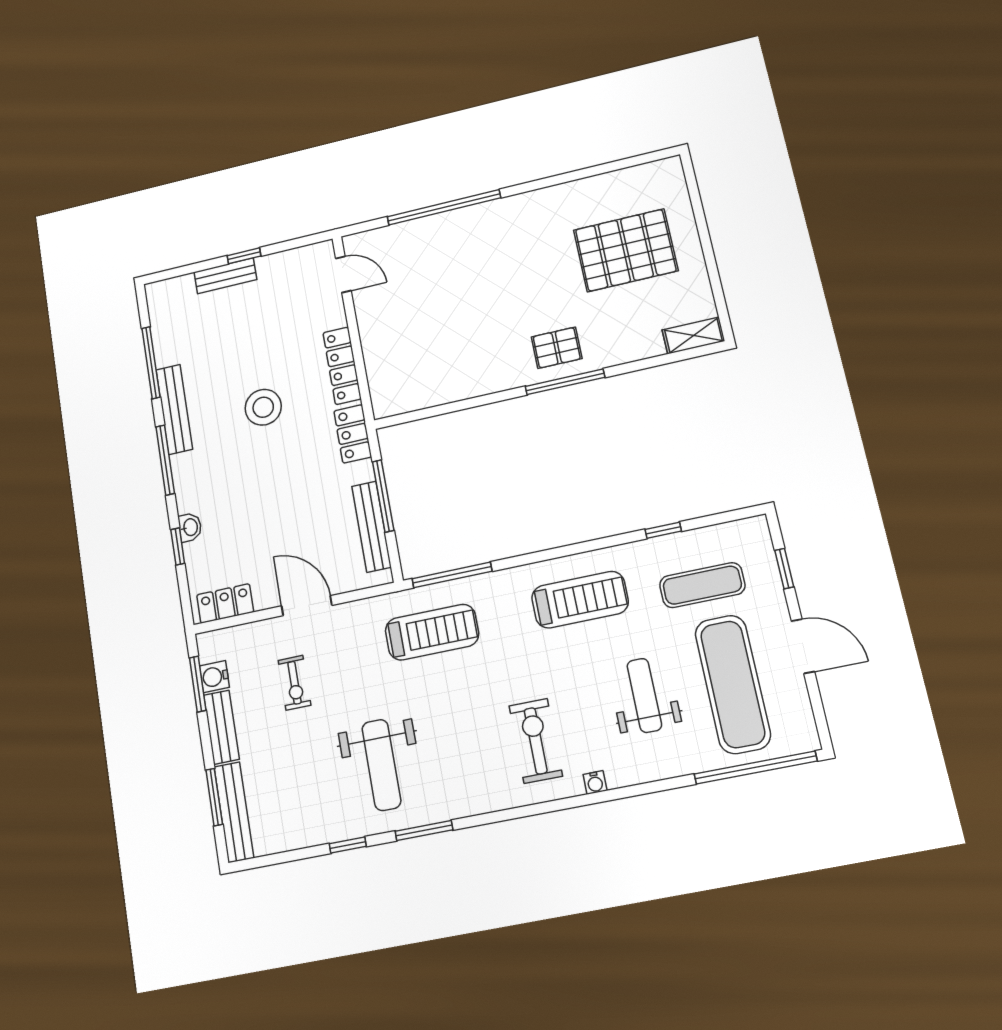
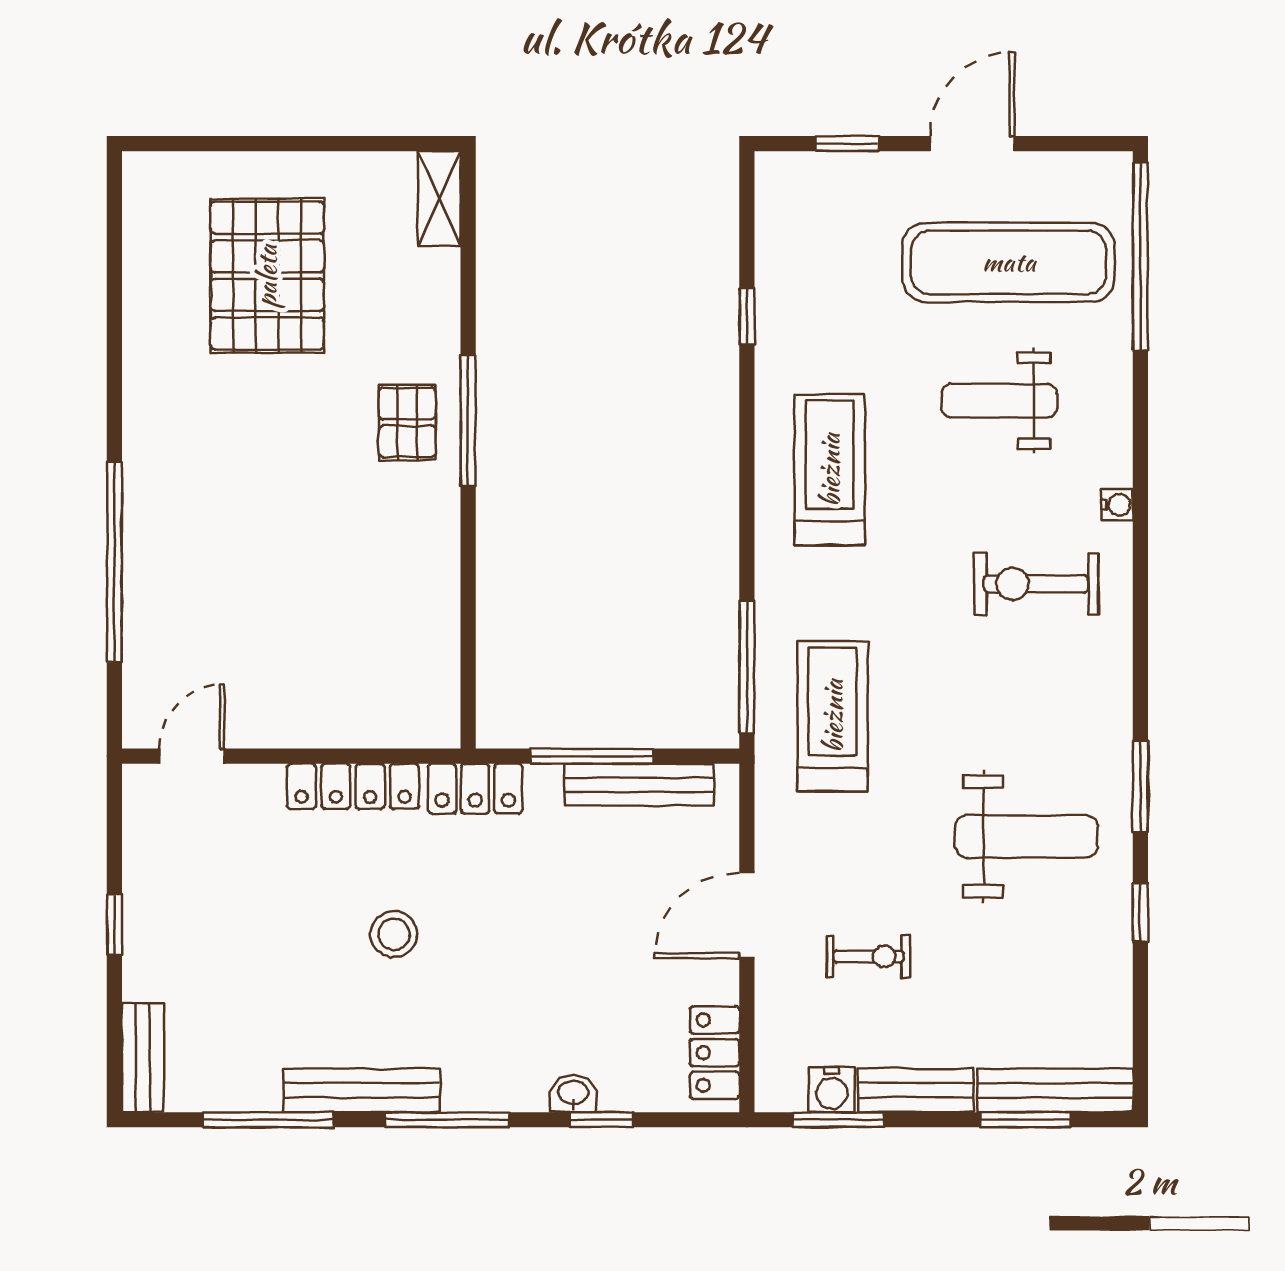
bench: (225, 276) -> (143, 1058), moved
stool: (263, 407) -> (394, 934), width x0.73, depth x0.73
exercise mat: (702, 585) -> (847, 274), removed

